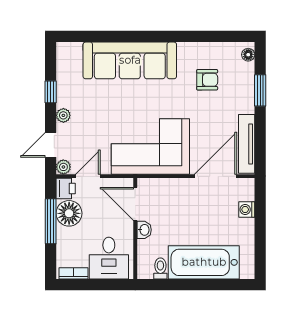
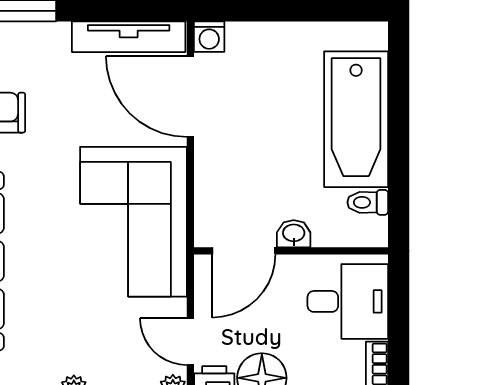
washing machine: (247, 210) -> (209, 37), moved

